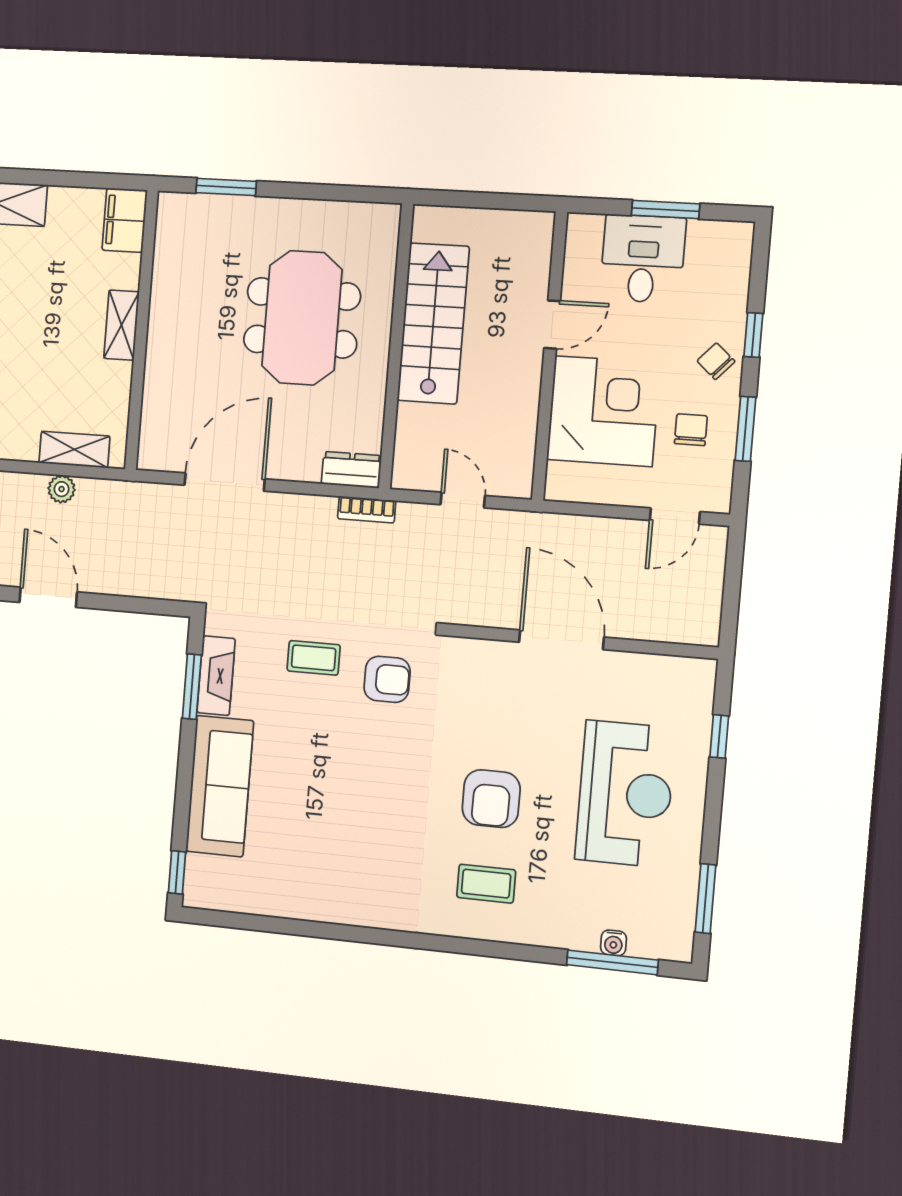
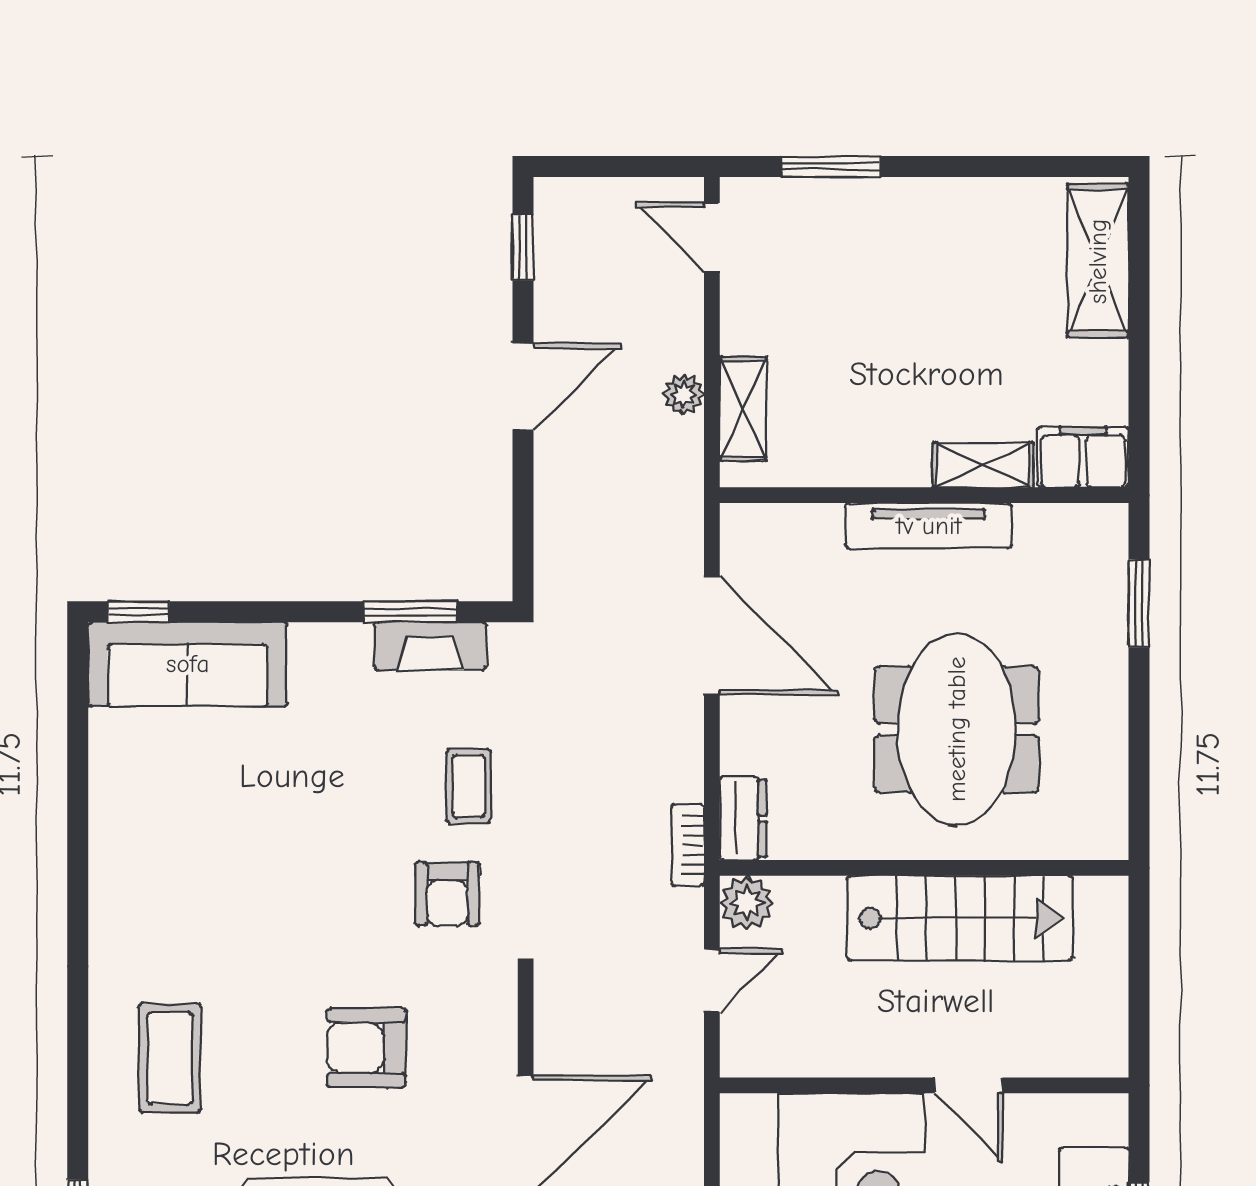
meeting table: (302, 318) -> (957, 729), turned 90
shelving: (122, 325) -> (983, 465), moved
tv unit: (162, 328) -> (929, 526), added
plant: (410, 472) -> (747, 903), added
sofa: (220, 786) -> (188, 664), moved
armchair: (491, 799) -> (366, 1048), moved
coffee table: (486, 884) -> (170, 1058), width x1.36, depth x1.30

